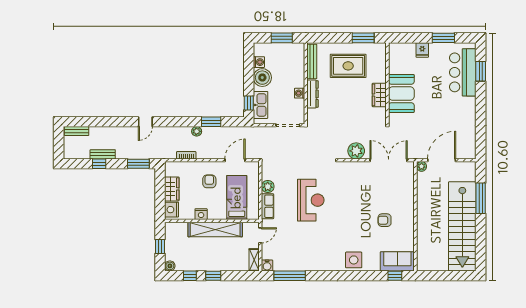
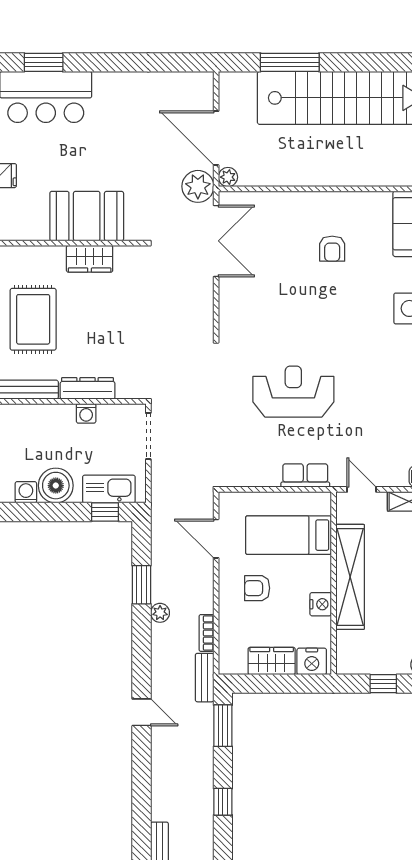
plant: (356, 151) -> (198, 186), moved
bench: (103, 154) -> (205, 678), moved
double door: (389, 160) -> (216, 241), swing flipped
plant: (268, 187) -> (267, 475), removed

